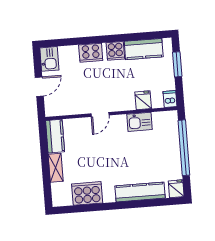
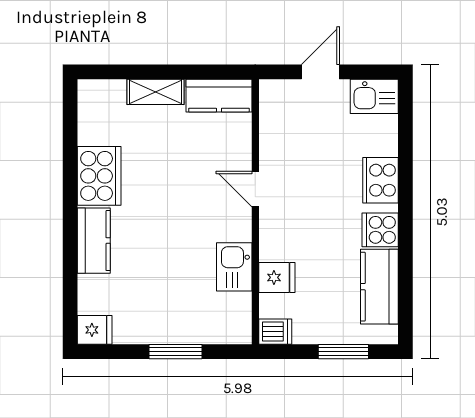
door: (39, 87) -> (320, 72), swing flipped
window: (184, 148) -> (176, 352), width x0.47
kitchen counter: (140, 192) -> (94, 241), width x0.67
cooker: (87, 193) -> (99, 176), moved

